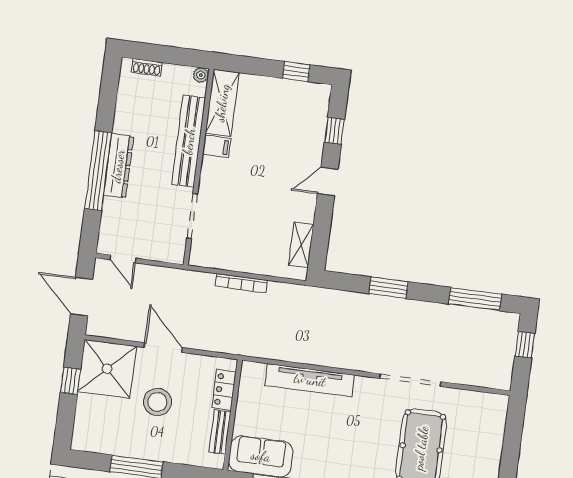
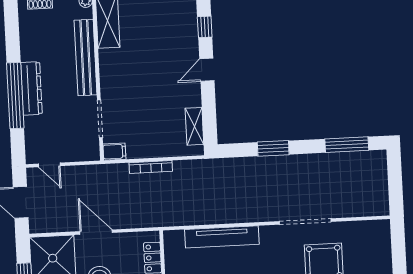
filing cabinet: (217, 146) -> (114, 152), moved
window: (525, 345) -> (395, 175), removed

